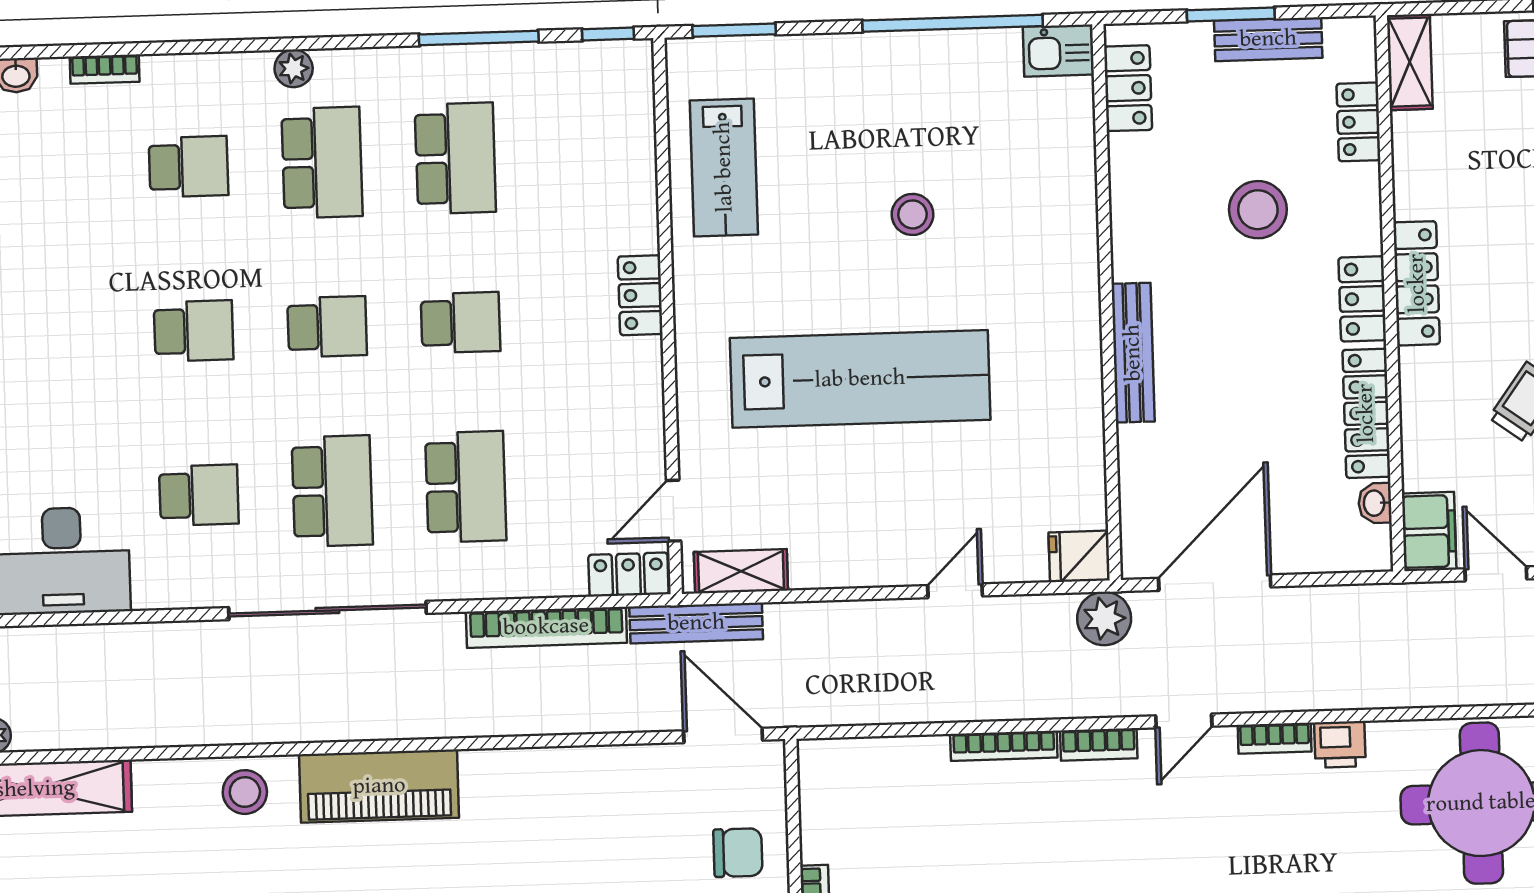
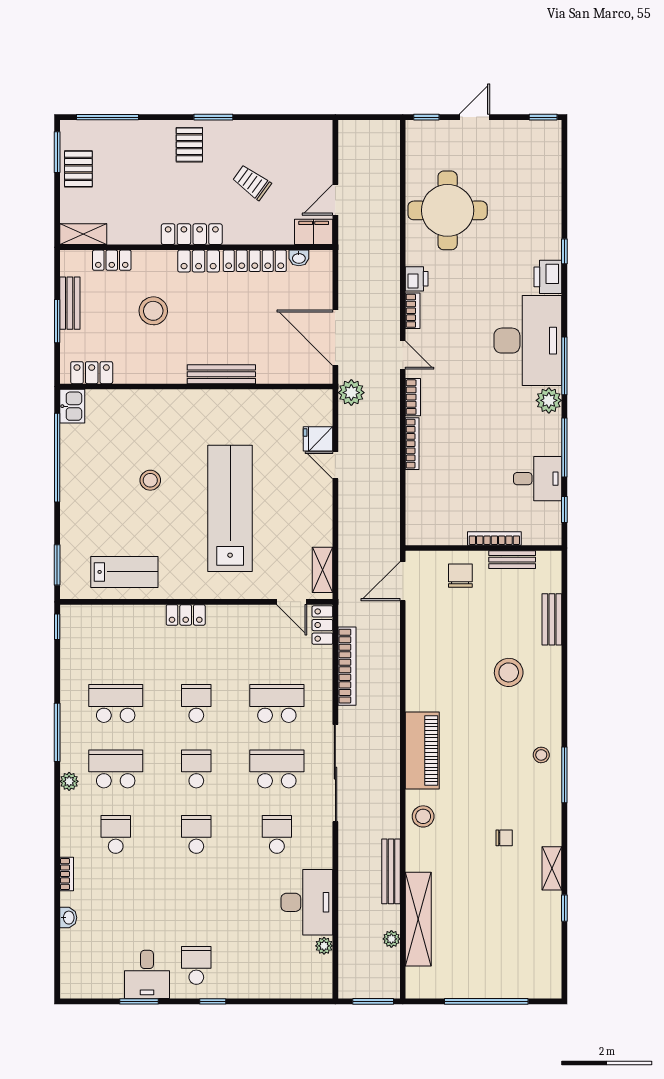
window: (479, 38) -> (57, 732), moved
fridge: (1079, 556) -> (318, 439), moved, turned 90
bench: (696, 623) -> (391, 871), moved

